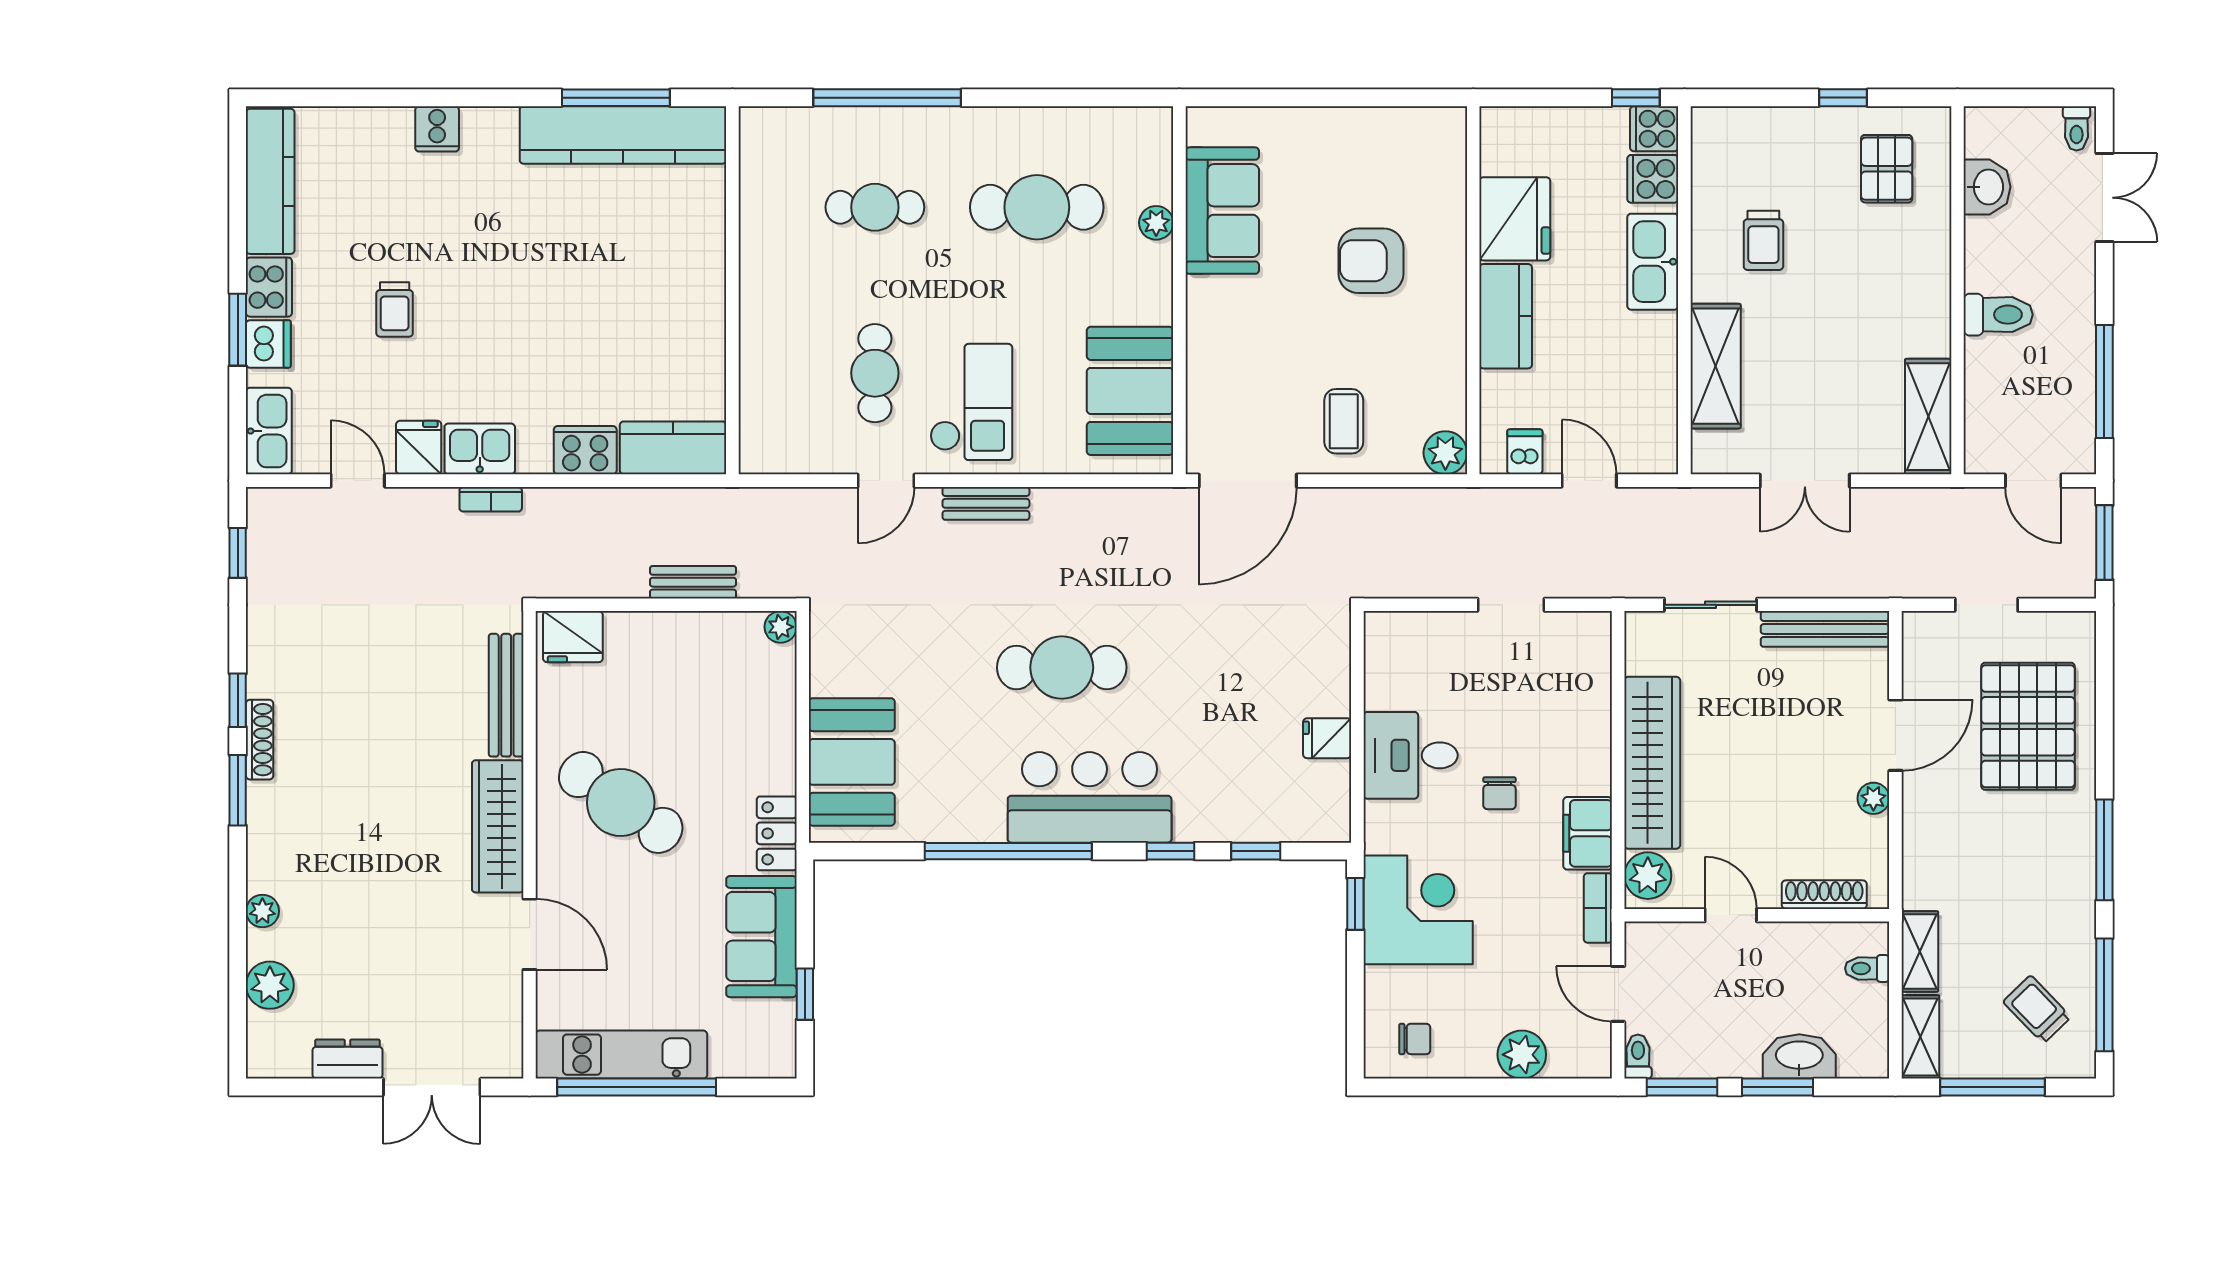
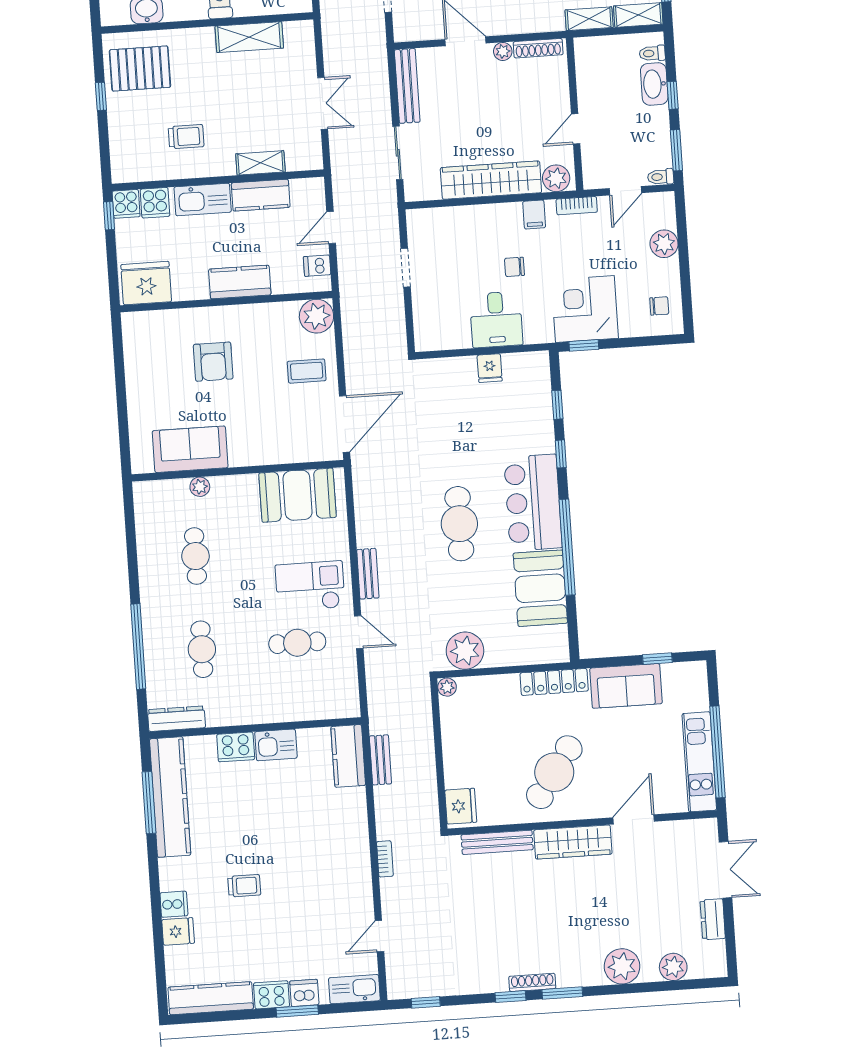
dresser: (758, 155) -> (176, 719), added
pallet: (1887, 169) -> (140, 69), width x1.50, depth x1.42
cafe table: (1037, 207) -> (195, 556), width x0.73, depth x0.74
fridge: (1515, 219) -> (146, 283), moved
trolley: (395, 310) -> (244, 886), moved
kitchen counter: (1653, 363) -> (261, 195), added
shelving: (1716, 366) -> (260, 163), width x0.67, depth x0.75
shelving: (1928, 417) -> (249, 37), moved
fridge: (419, 448) -> (178, 931), moved, turned 180
kitchen sink: (480, 449) -> (276, 745), moved, turned -90
cooker: (585, 450) -> (236, 747), moved, turned -90
plant: (1445, 453) -> (316, 316), width x1.36, depth x1.36
door: (1248, 481) -> (345, 424), hinge flipped
bench: (693, 582) -> (380, 760), moved
plant: (841, 662) -> (465, 651), added
booth: (852, 762) -> (540, 588), moved, turned 90
chair: (1499, 793) -> (514, 267), turned 180
locker: (777, 833) -> (554, 682), width x1.53
filing cabinet: (1588, 833) -> (534, 215), width x0.50
shoe rack: (1824, 895) -> (538, 48), moved, turned -90
plant: (262, 911) -> (622, 966), width x1.87, depth x1.87
toilet: (1867, 968) -> (652, 53), moved, turned 90
chair: (1415, 1039) -> (659, 306), turned 90
window: (1778, 1087) -> (673, 95), width x0.67

